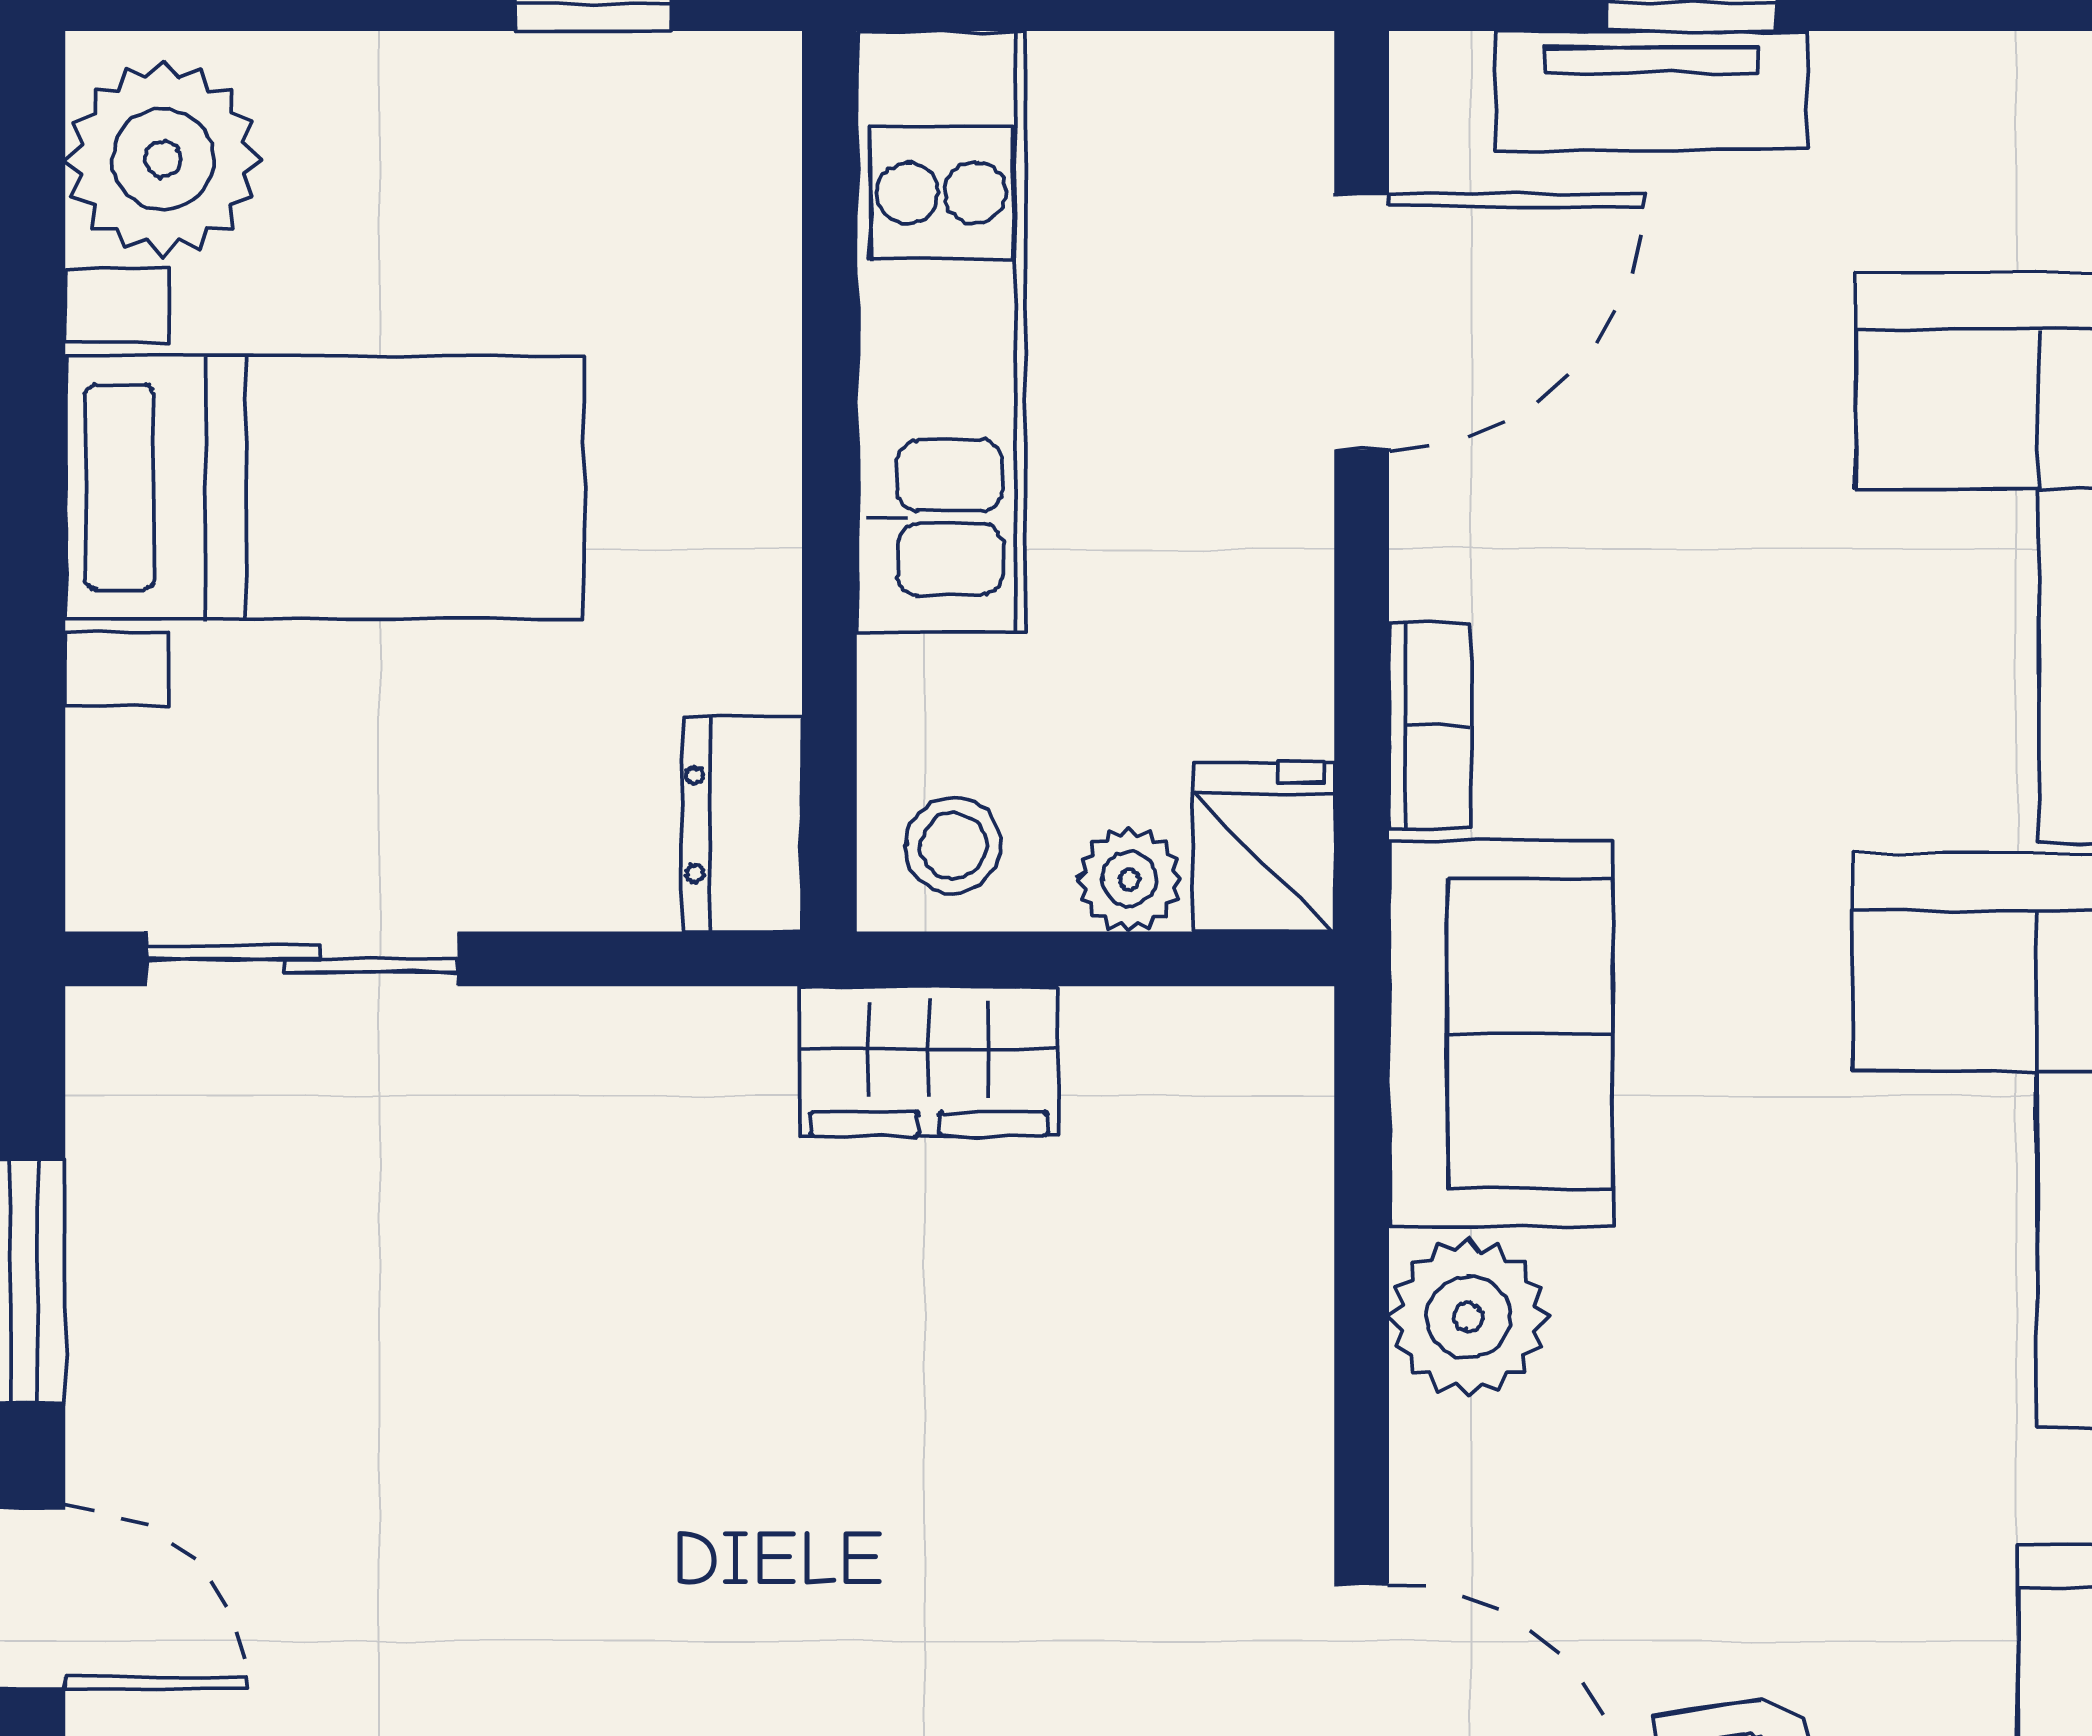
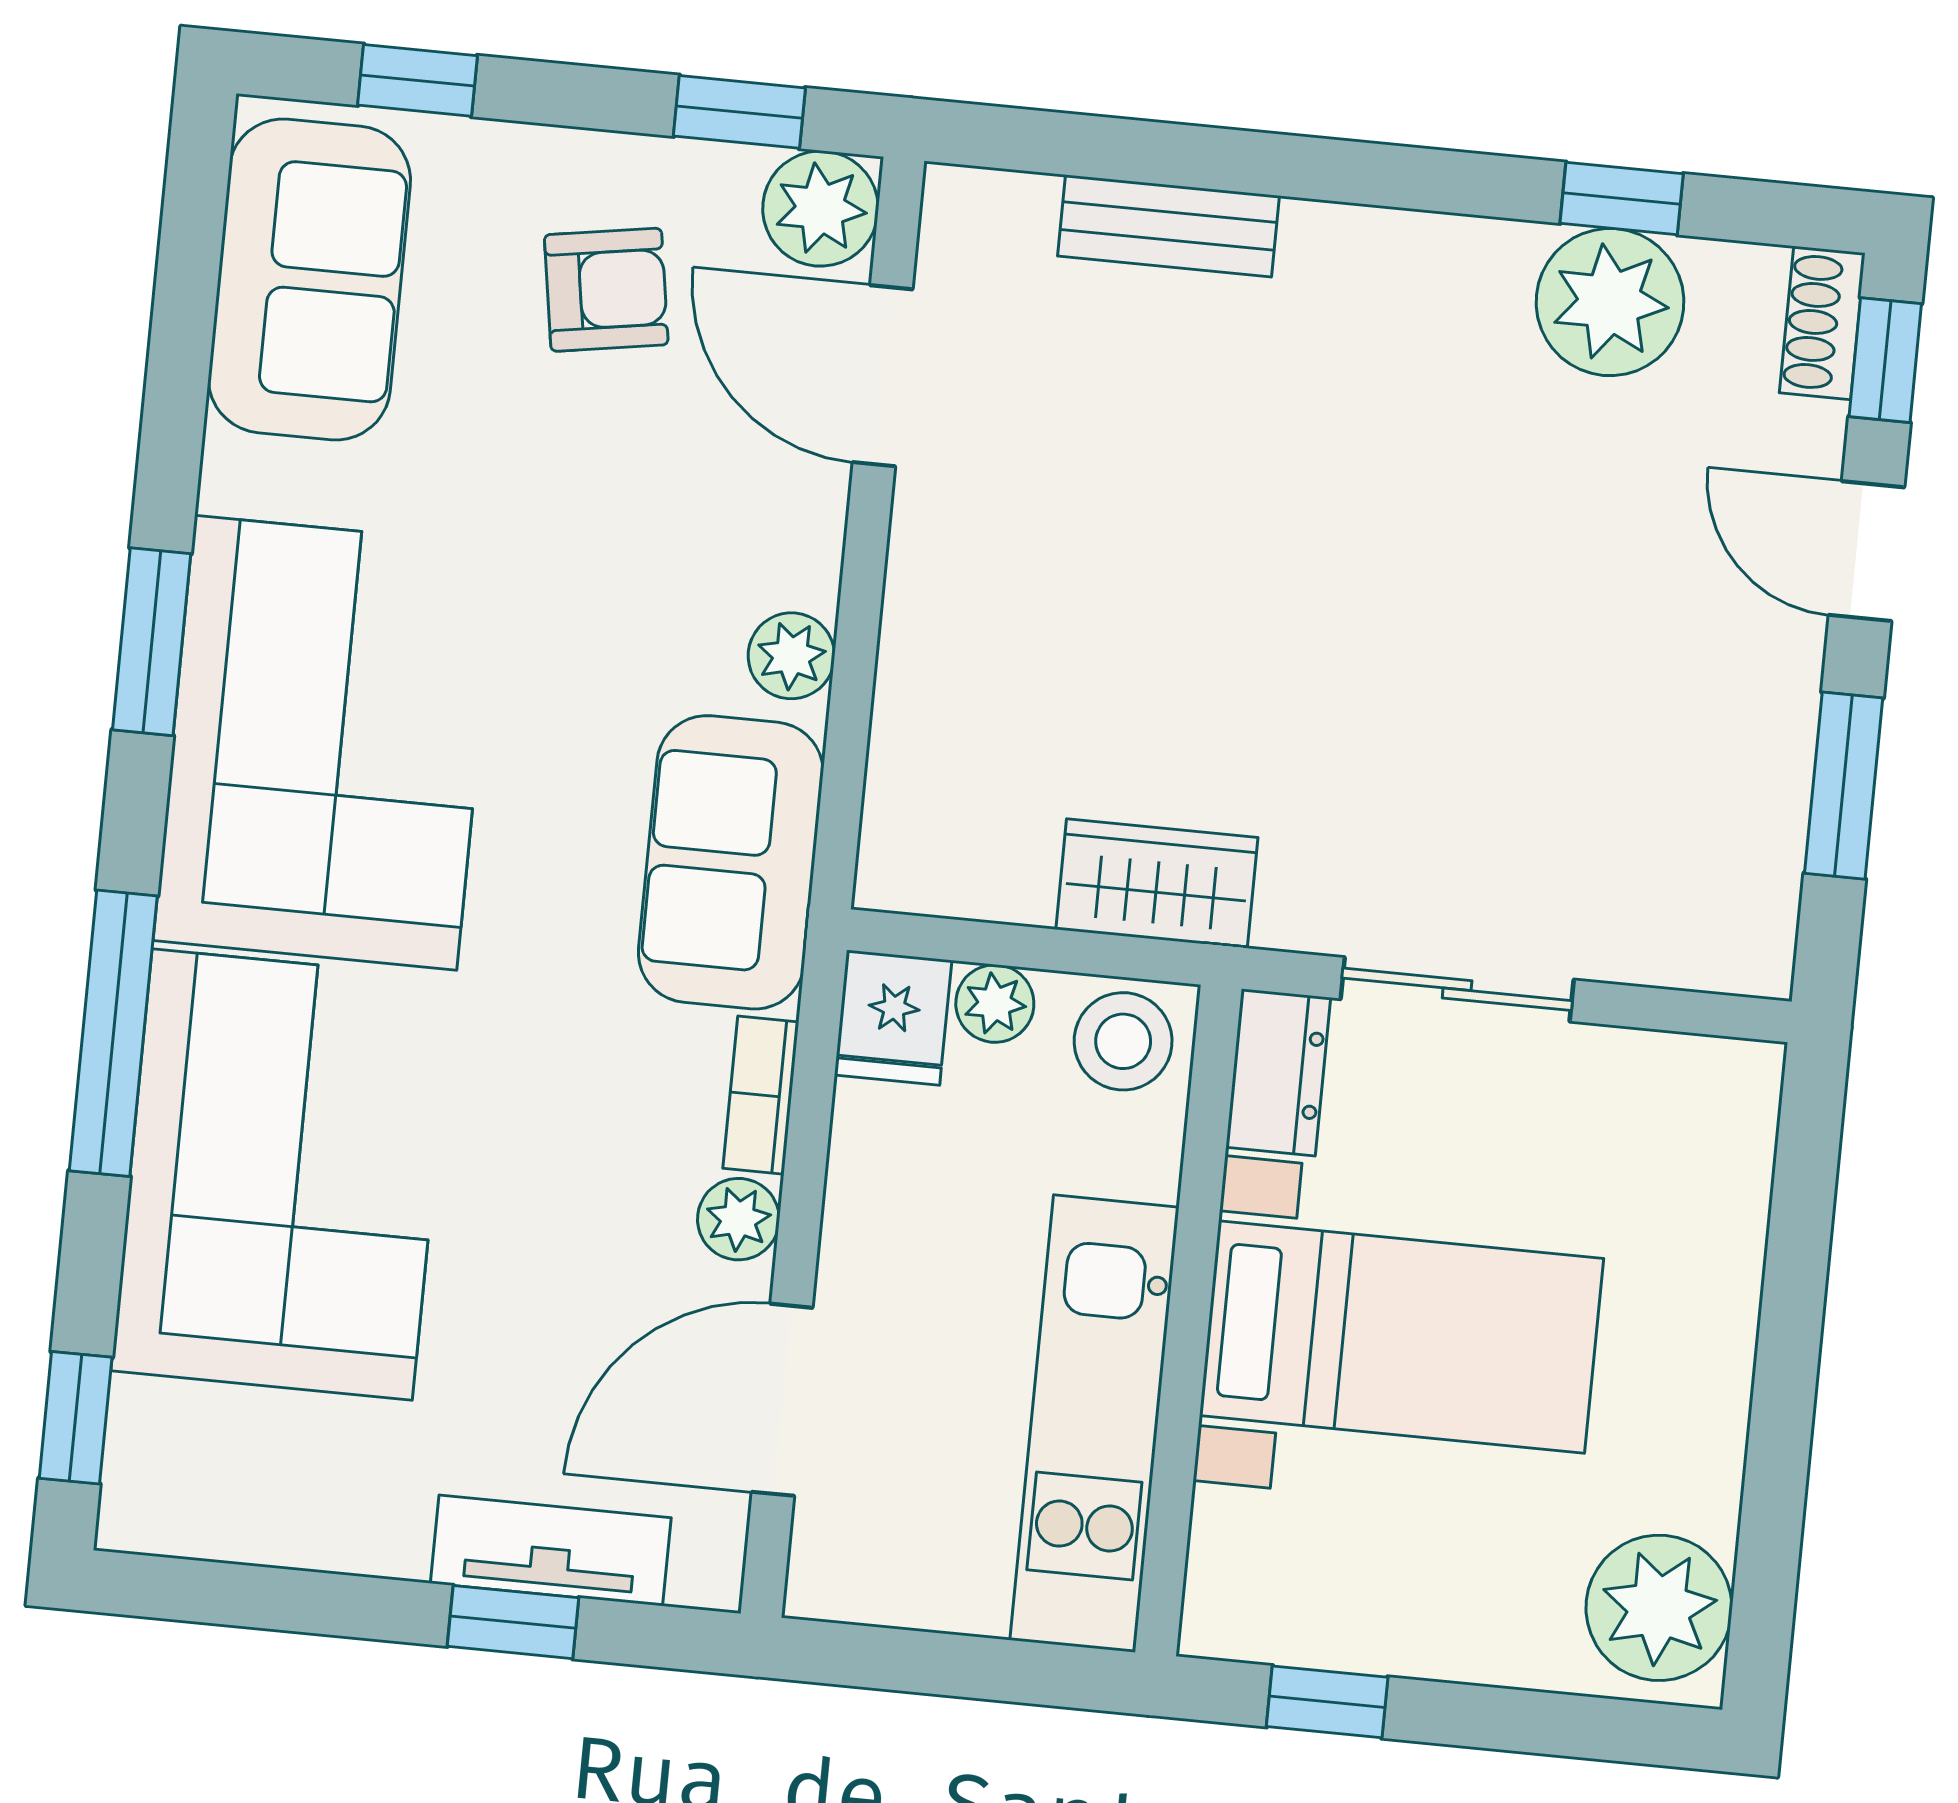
bed with nightstands: (325, 487) -> (1401, 1337), moved, turned 180
plant: (1444, 558) -> (738, 1219), added
stool: (953, 846) -> (1123, 1041), width x1.37, depth x1.37
sliding door: (302, 959) -> (1457, 989), moved
plant: (1468, 1317) -> (791, 656), width x0.73, depth x0.73

